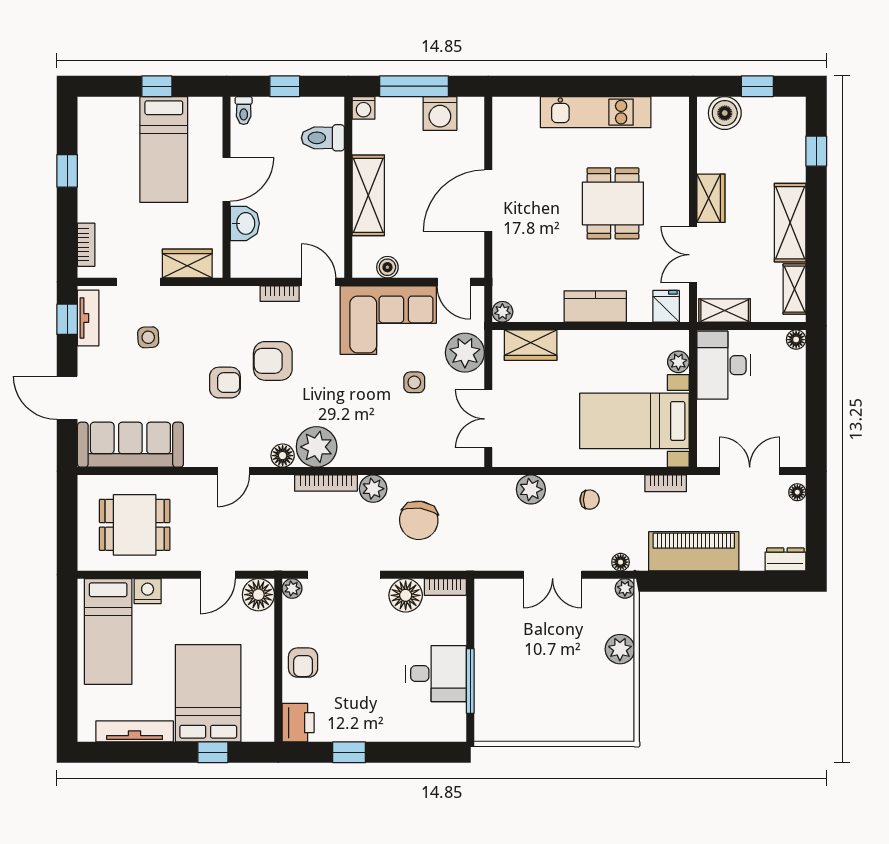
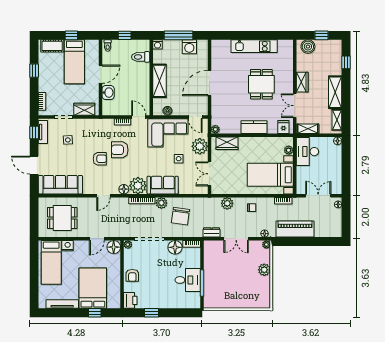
cot: (111, 111) -> (52, 46), added
sofa: (376, 446) -> (163, 185), added
dresser: (785, 559) -> (211, 232), moved

